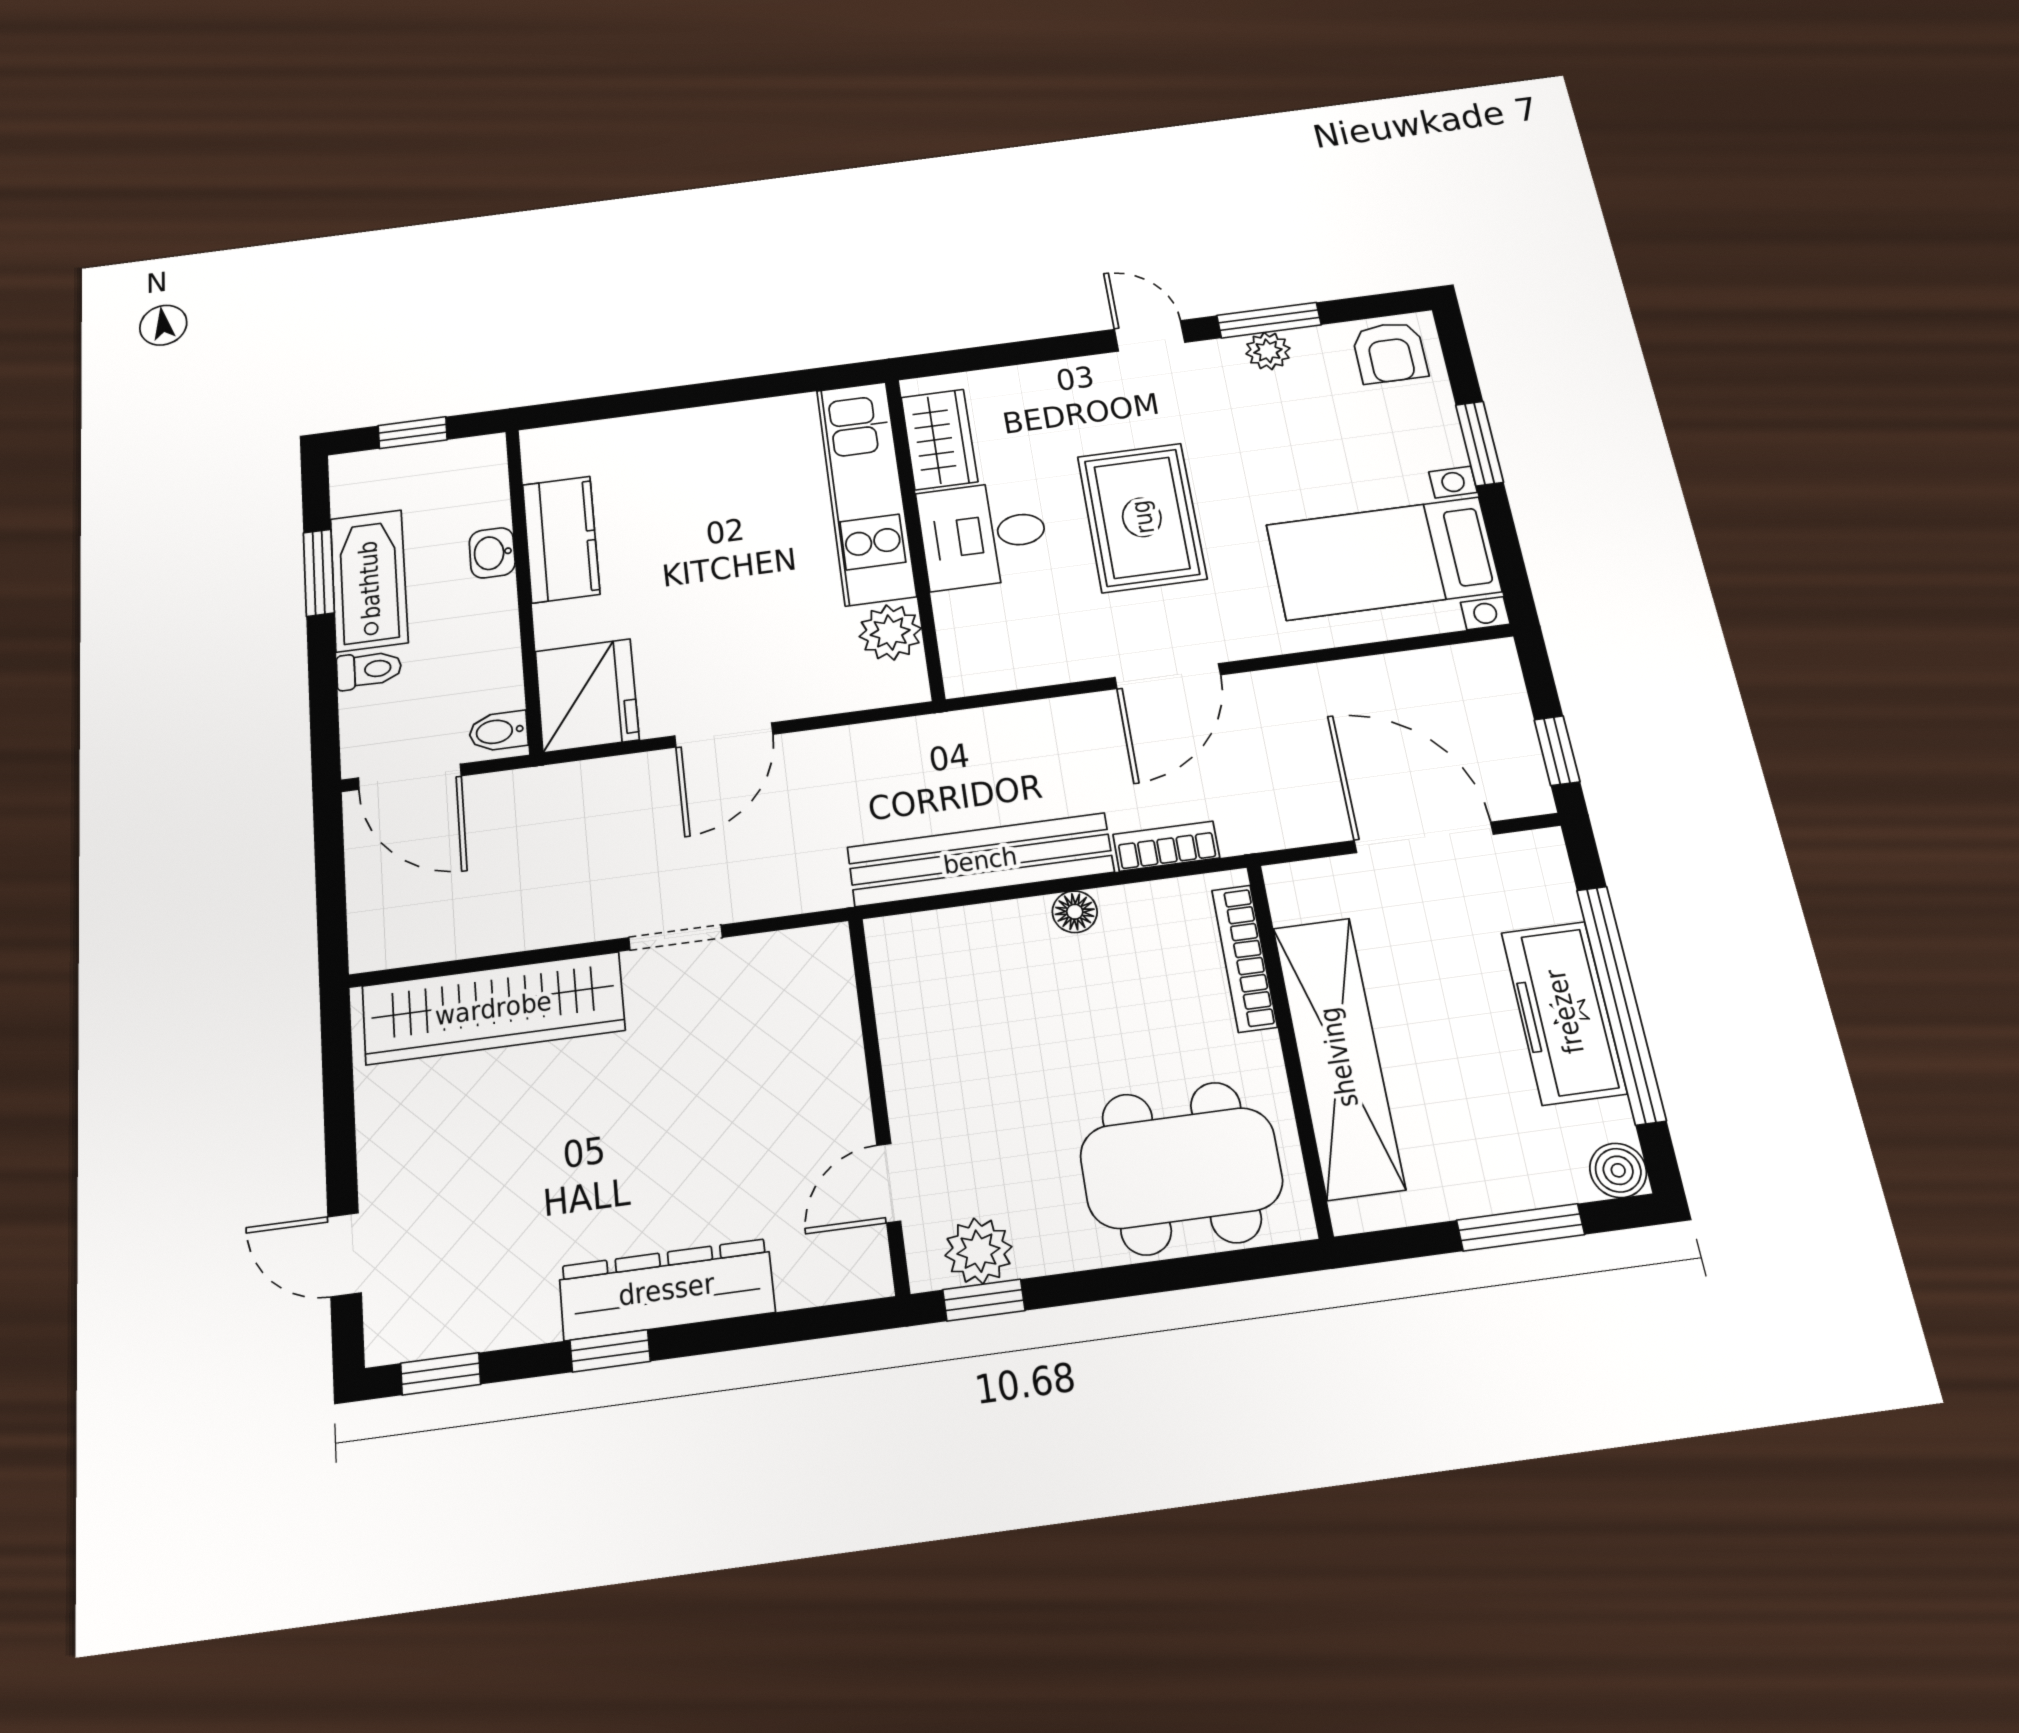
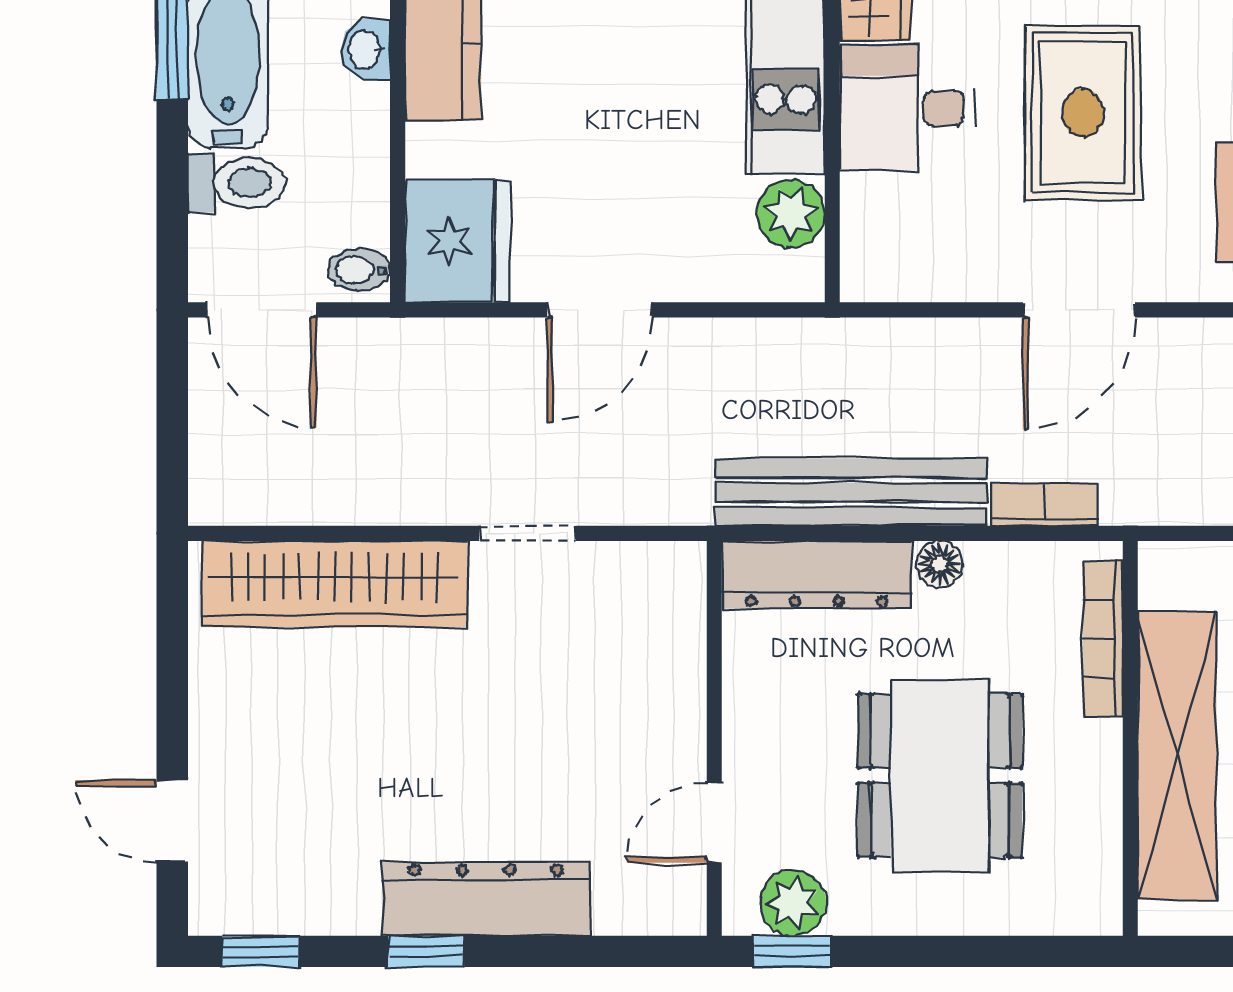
toilet: (369, 670) -> (236, 183), width x1.37, depth x1.39
dresser: (958, 937) -> (817, 575), added
dining table: (1181, 1168) -> (940, 776), moved, turned 90

